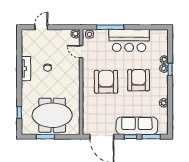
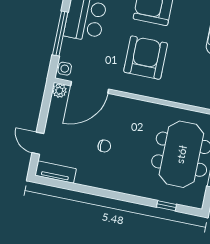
door: (81, 52) -> (90, 87), width x1.87
tv unit: (26, 69) -> (56, 172), moved
armchair: (106, 82) -> (146, 58), turned 90

